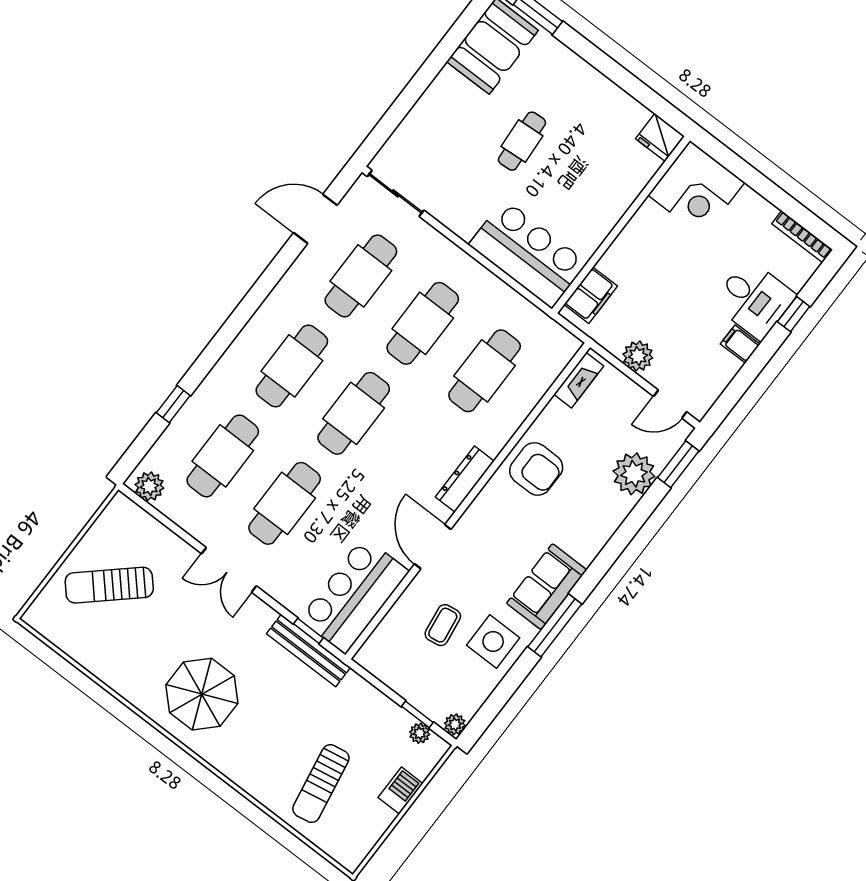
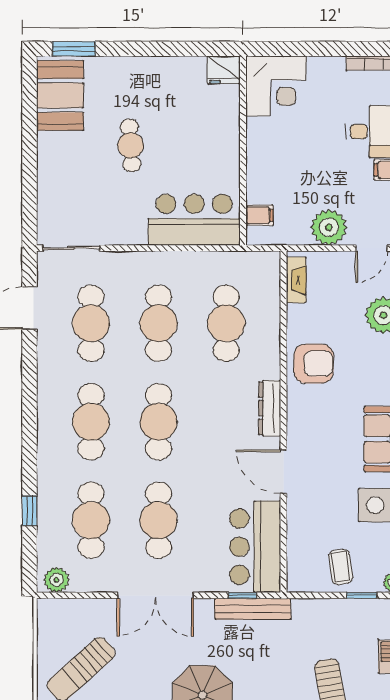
filing cabinet: (591, 295) -> (259, 215), width x0.50
plant: (638, 356) -> (329, 227), width x1.36, depth x1.36
double door: (229, 570) -> (155, 595), width x1.37
coffee table: (443, 625) -> (341, 567), moved
plant: (420, 733) -> (373, 607), removed

